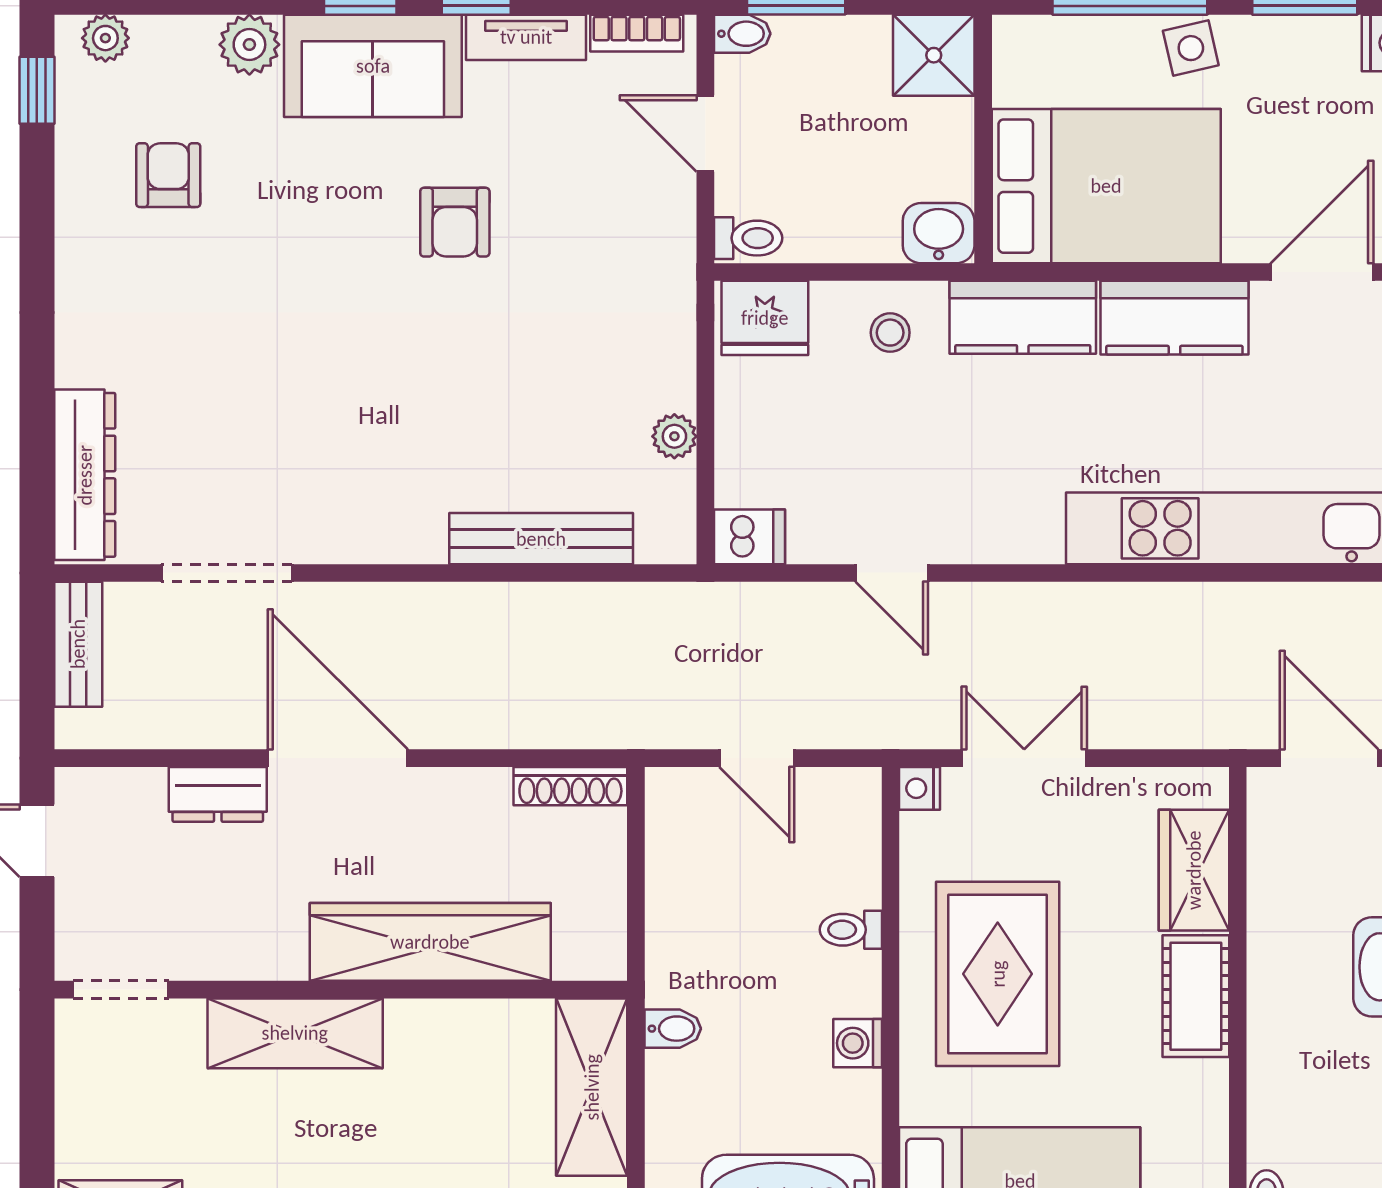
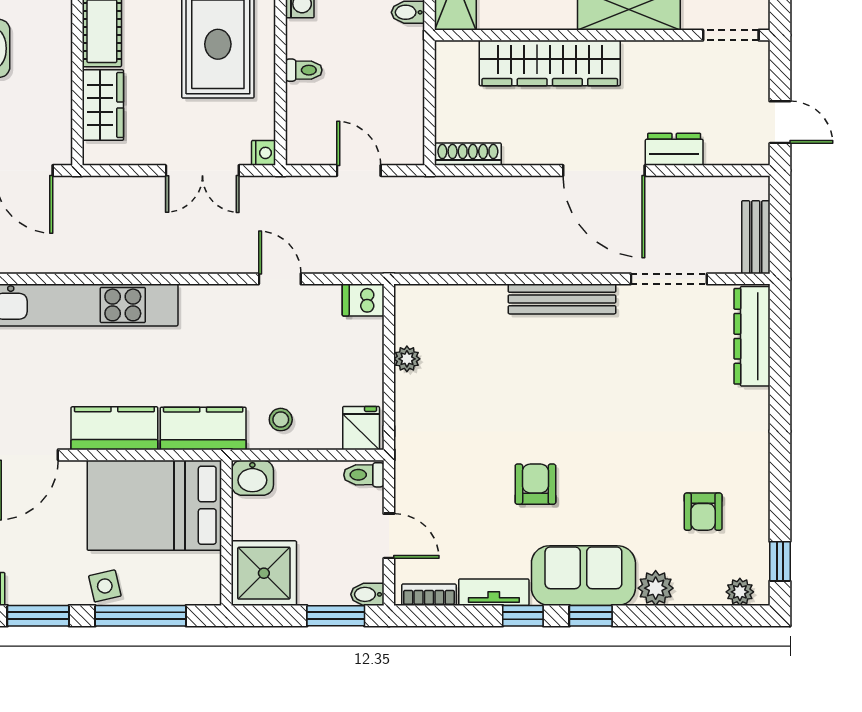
shower: (934, 55) -> (264, 573), width x1.36, depth x1.36
fridge: (765, 318) -> (361, 428), width x0.72
bench: (541, 539) -> (562, 299), moved

